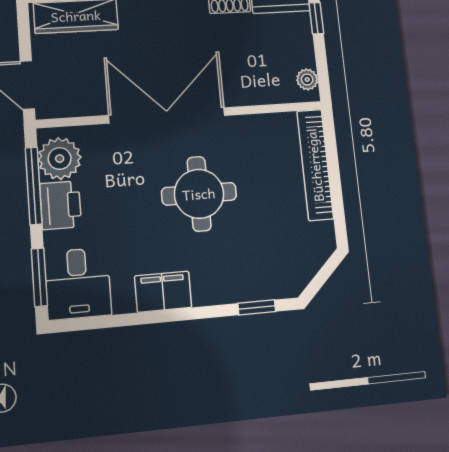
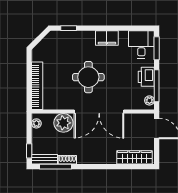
plant: (246, 85) -> (63, 123), added
plant: (60, 159) -> (149, 100), width x0.53, depth x0.53

